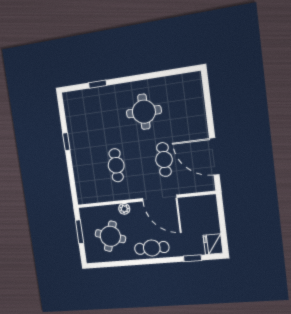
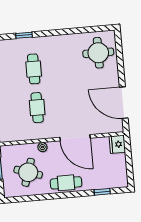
round table: (144, 112) -> (98, 53), moved
cafe table: (164, 160) -> (34, 69), moved
fridge: (213, 244) -> (117, 144), moved

